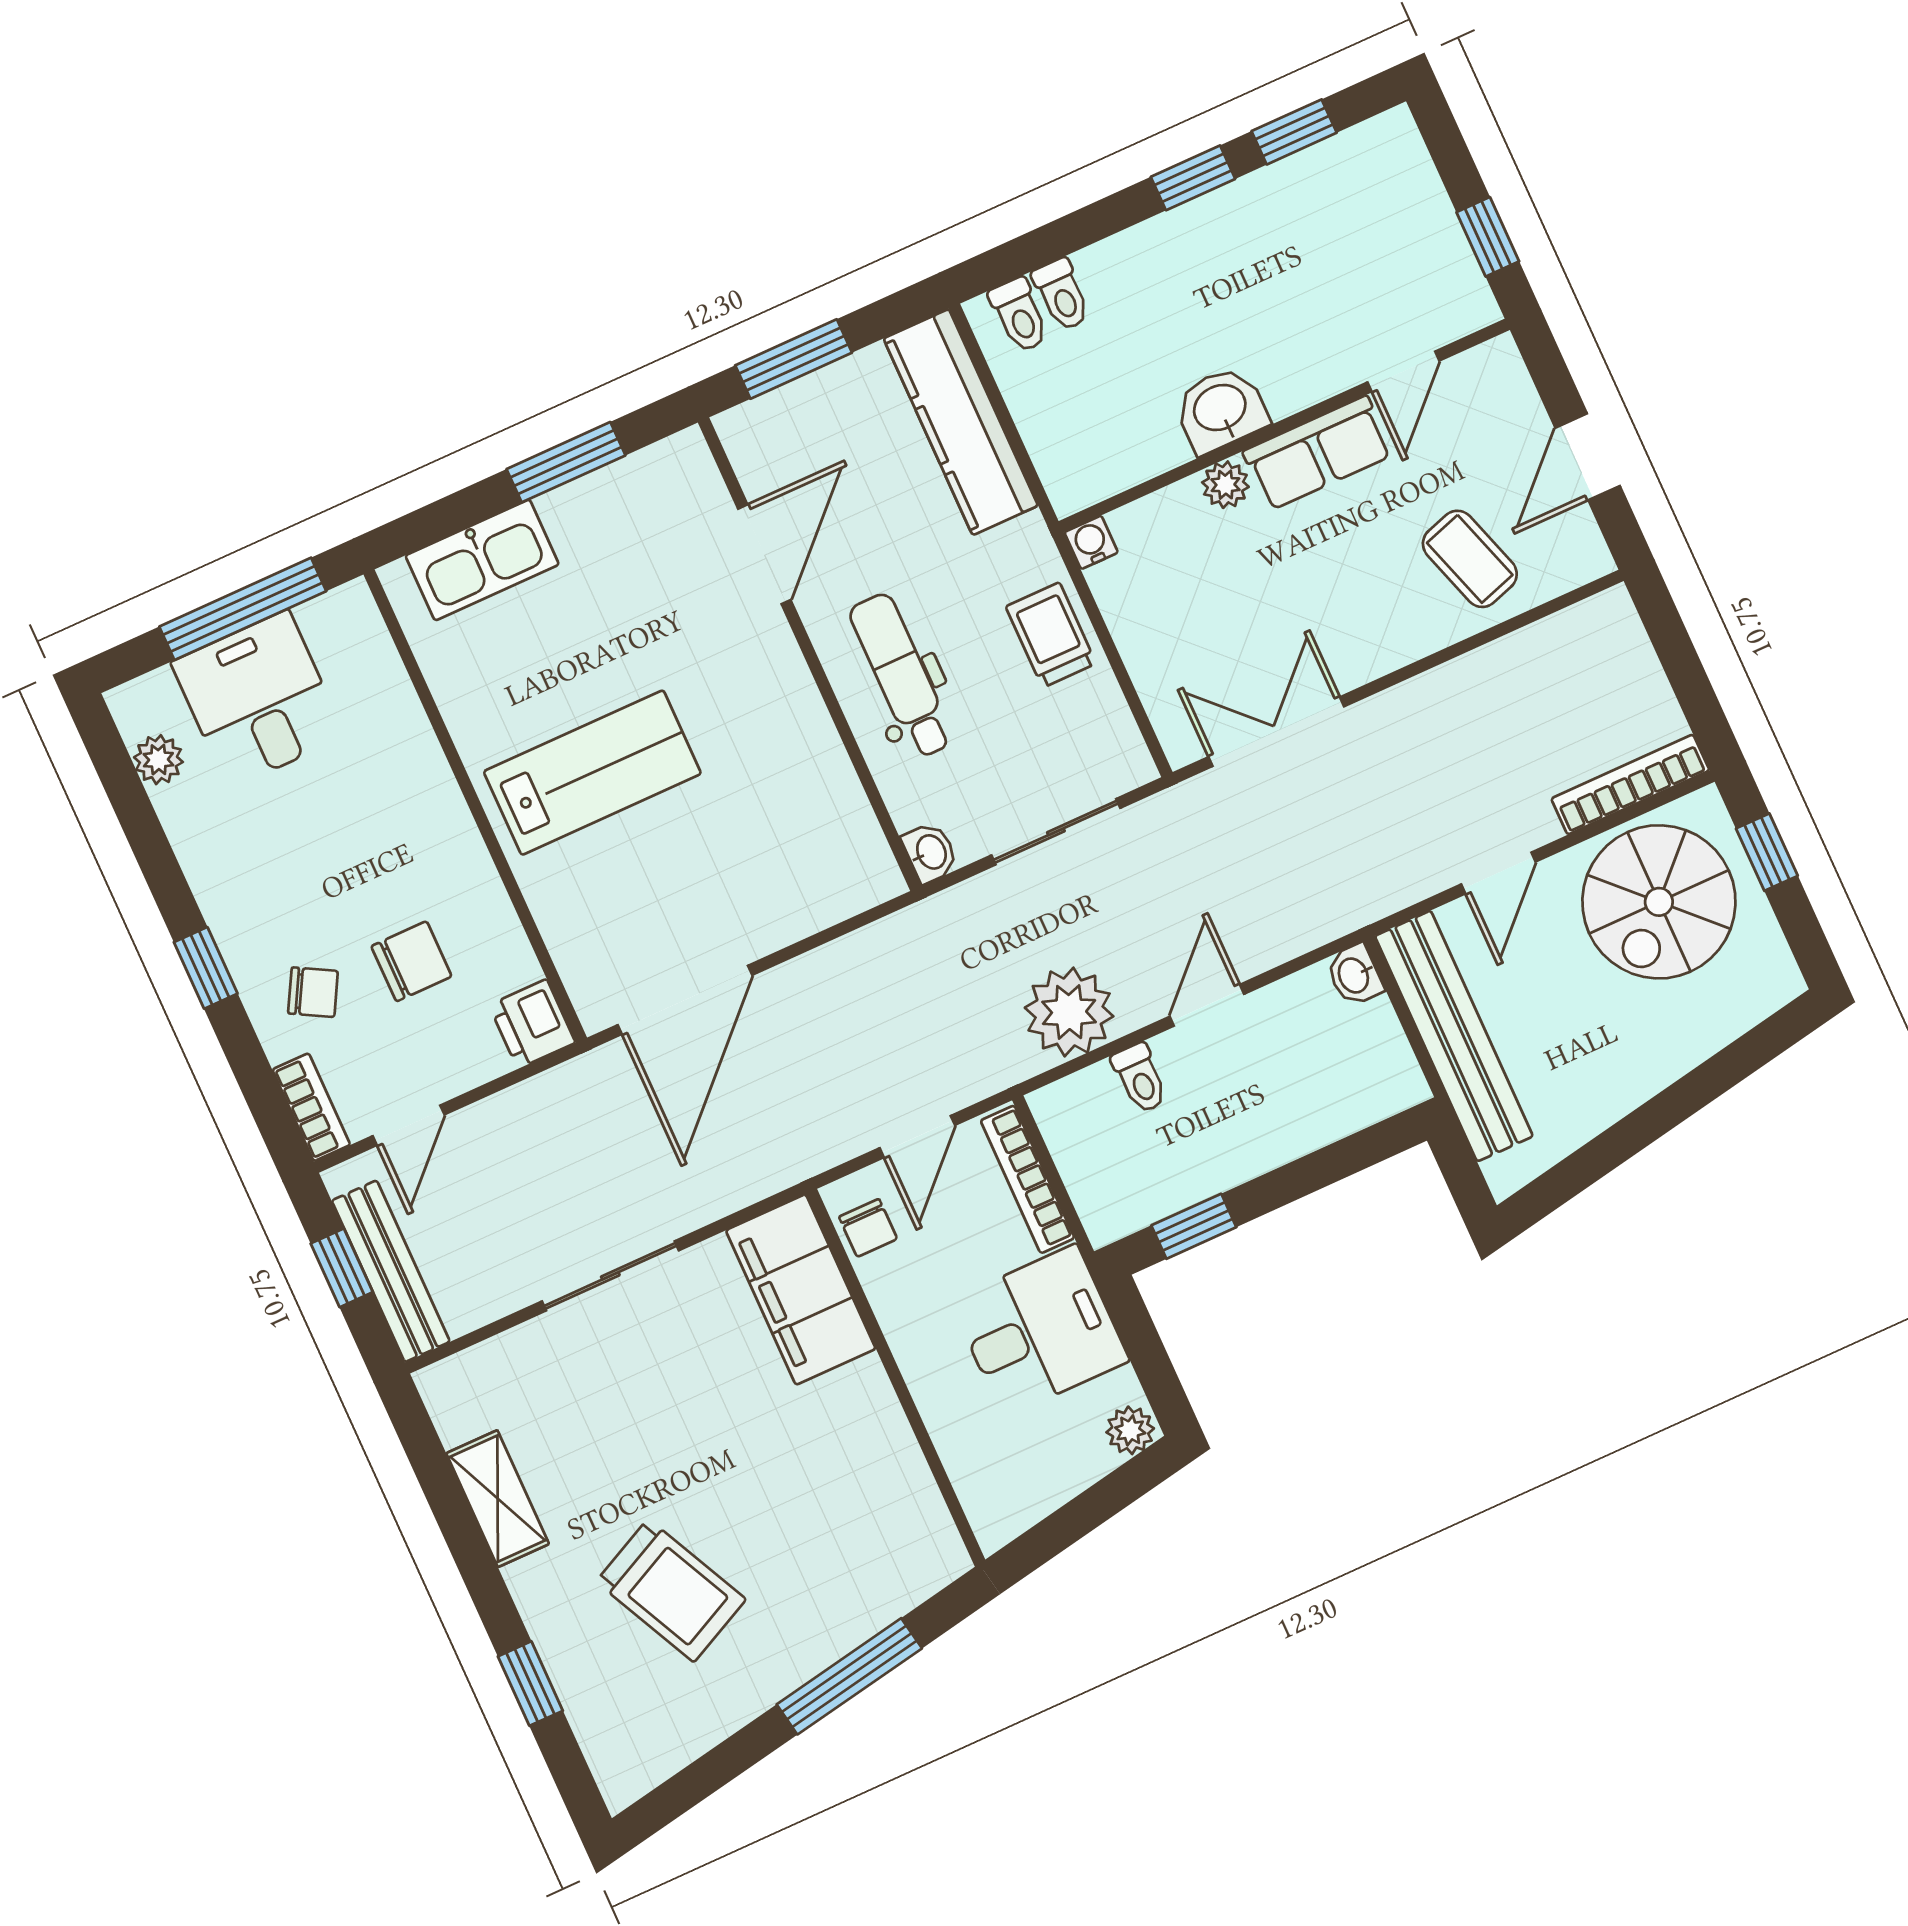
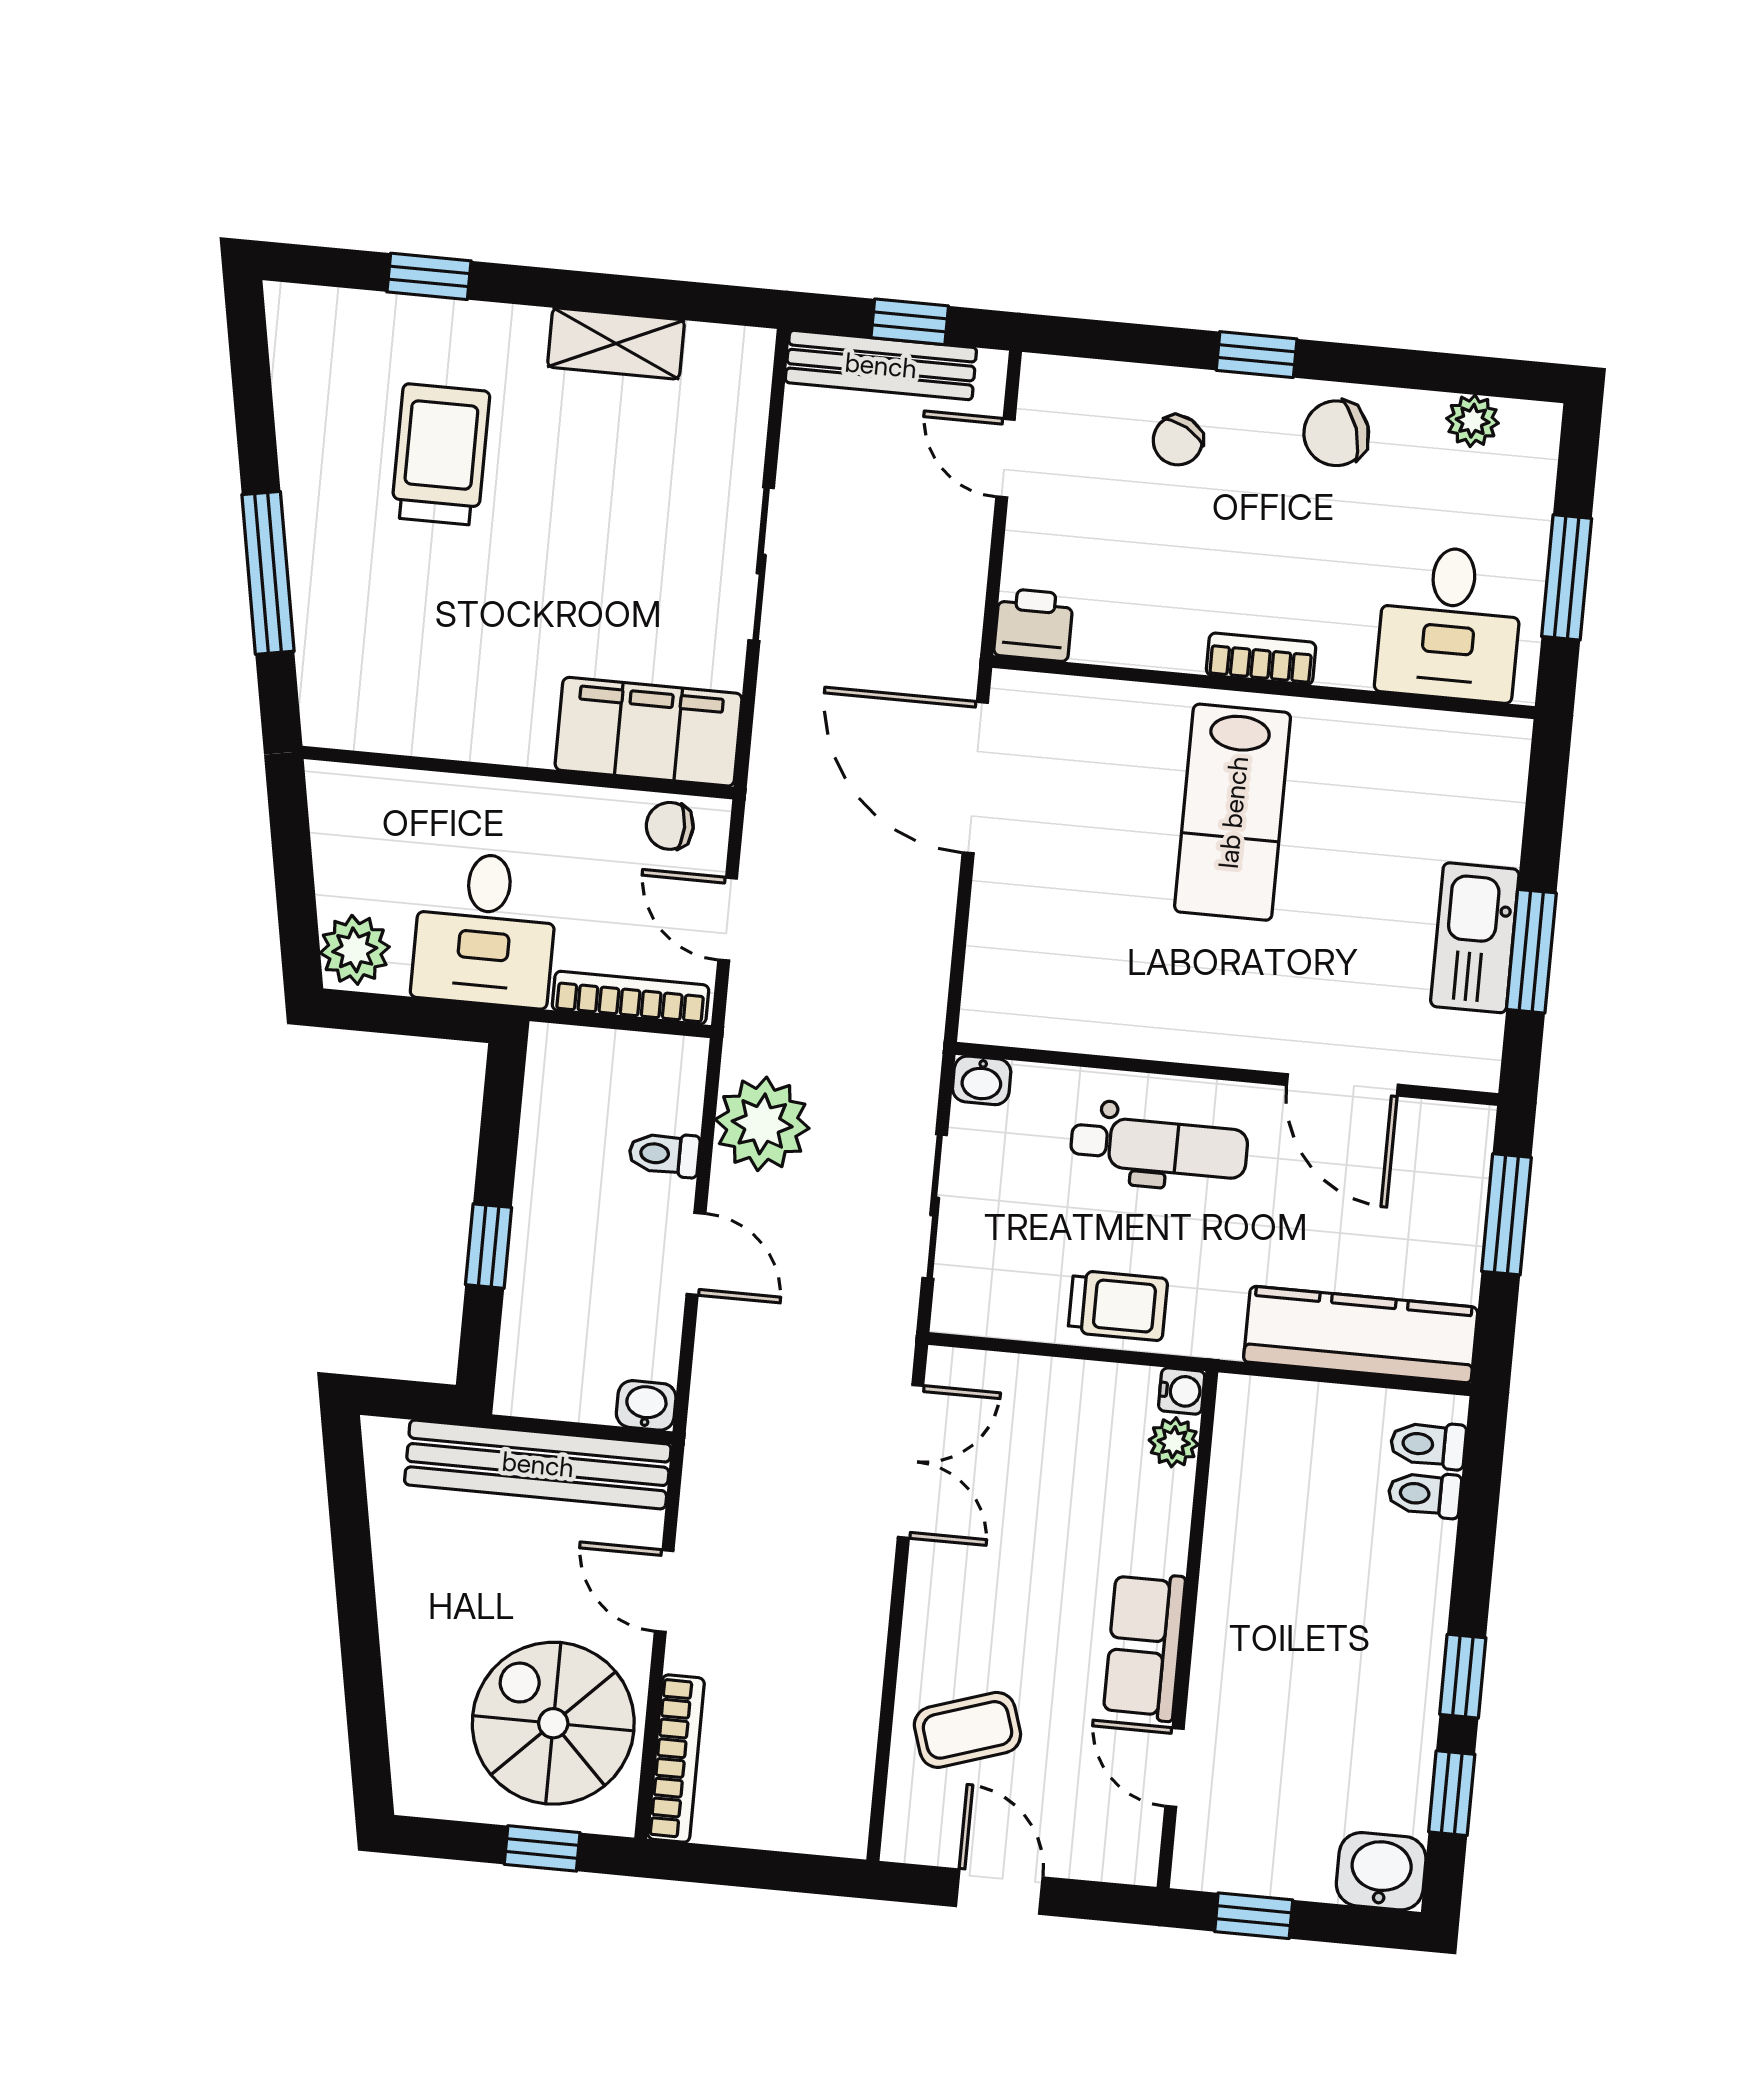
washbasin: (1221, 409) -> (1381, 1871), moved, turned -90
plant: (1225, 485) -> (1174, 1442), moved
kitchen sink: (482, 560) -> (1475, 938), moved
window: (243, 609) -> (1567, 577), width x0.69
desk: (258, 699) -> (1450, 623), moved, turned 90
chair: (411, 961) -> (1336, 433), moved, turned 72
bookcase: (311, 1107) -> (1261, 659), moved, turned 180
window: (1194, 1226) -> (489, 1246), moved
plant: (1130, 1430) -> (355, 950), width x1.38, depth x1.38
trolley: (671, 1590) -> (441, 454), turned 116

